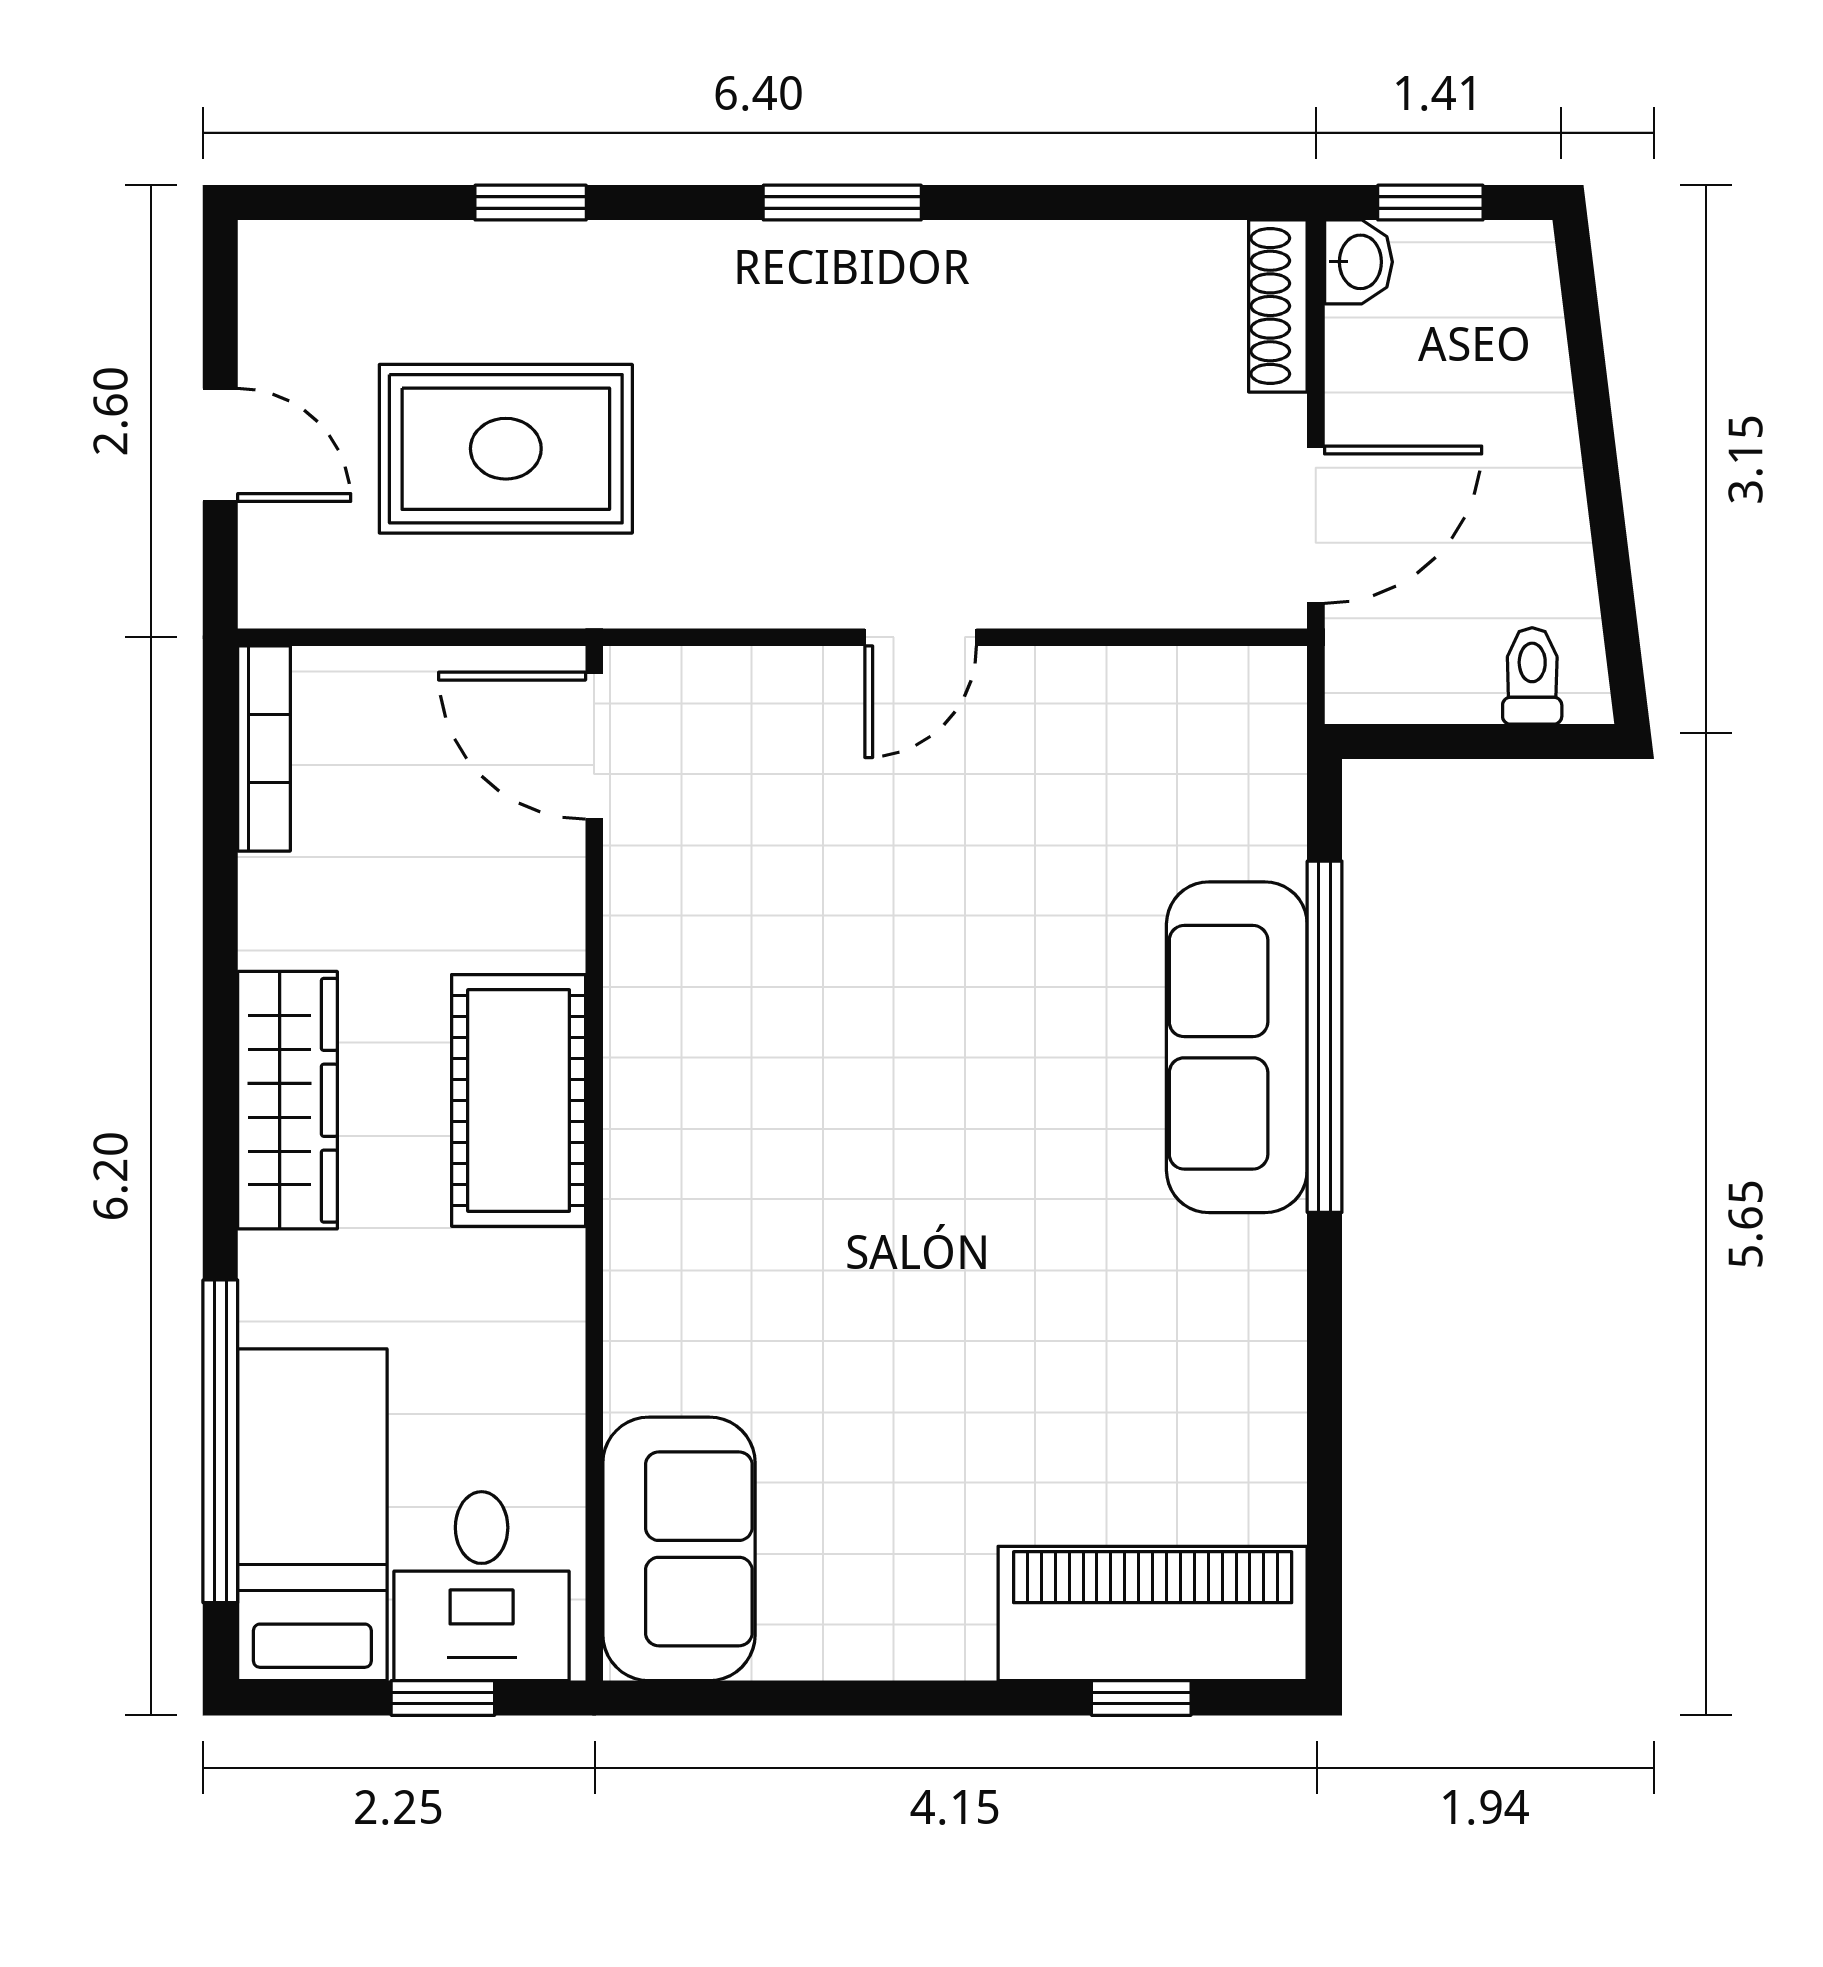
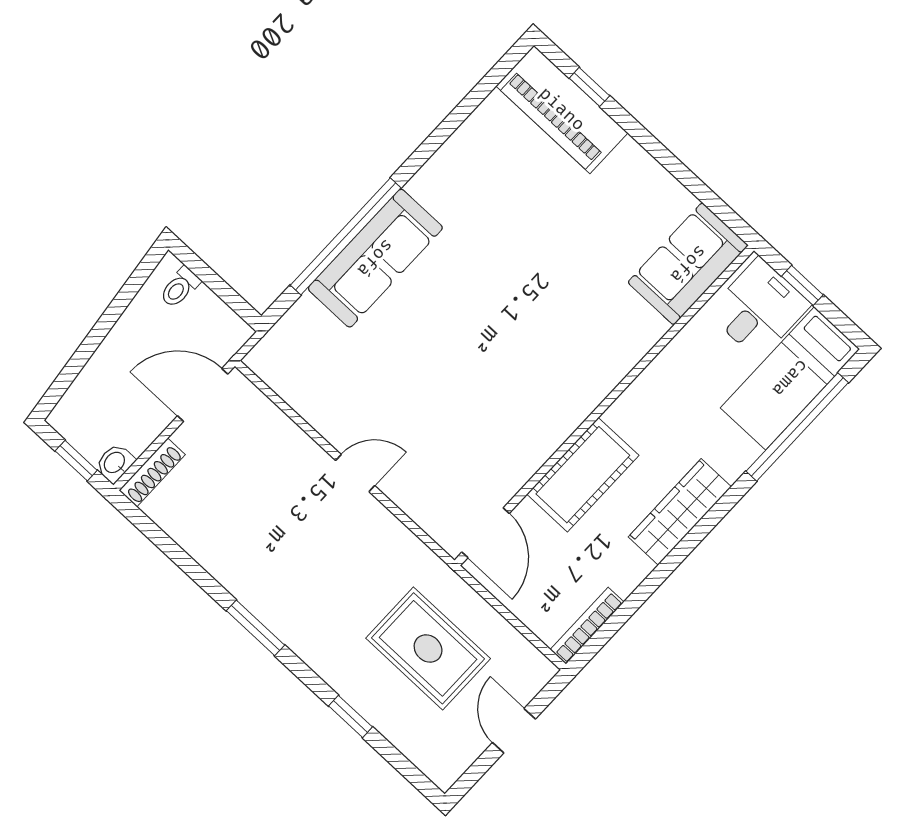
cot: (519, 1100) -> (583, 475), moved

